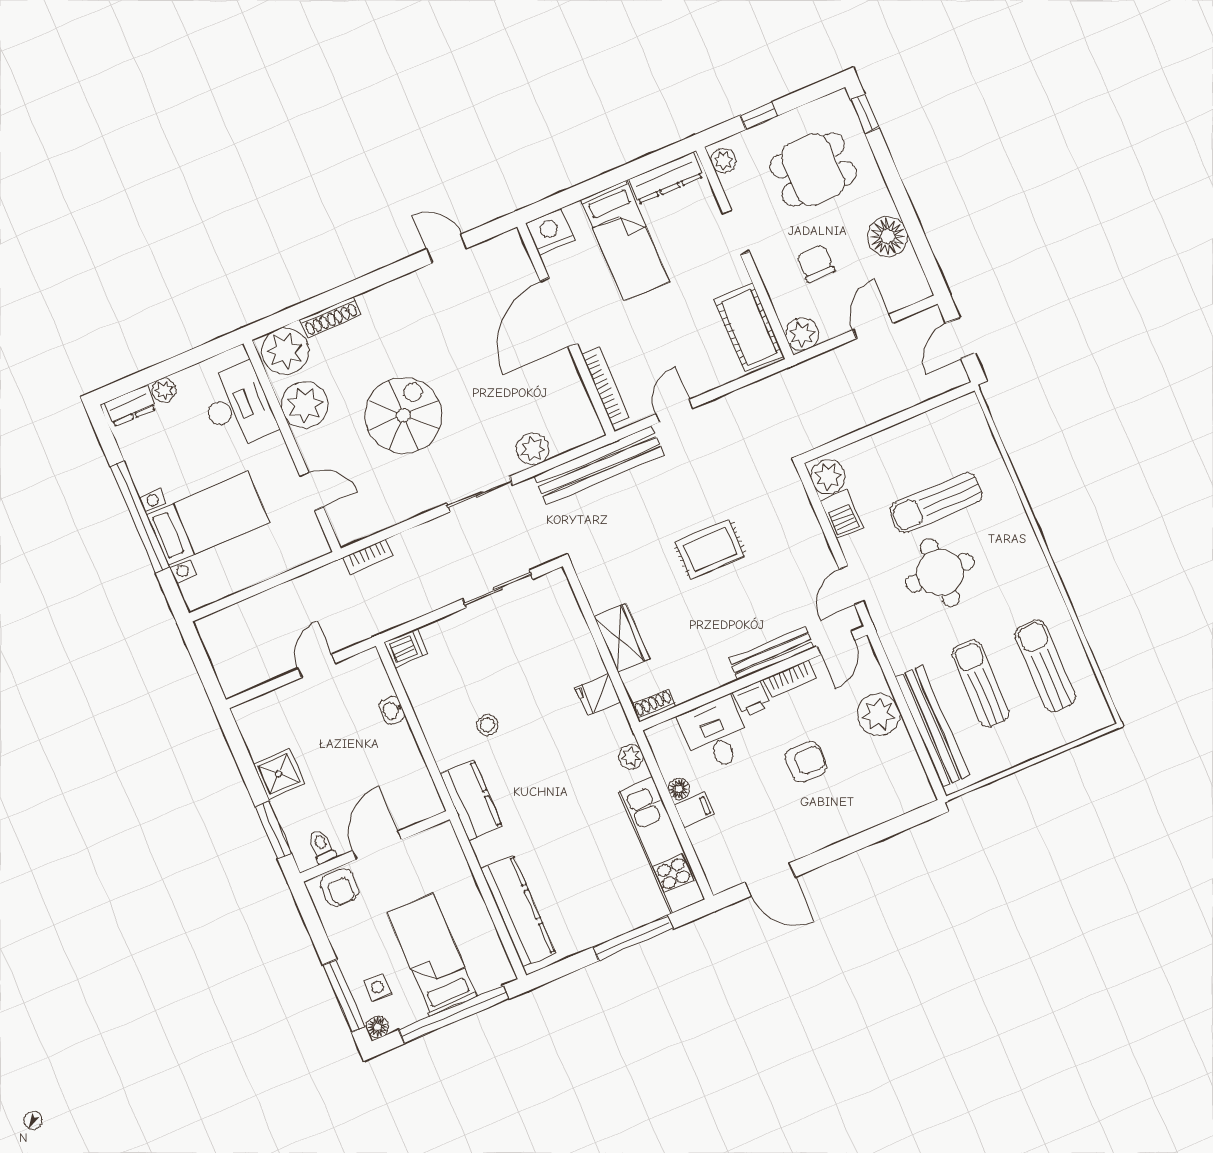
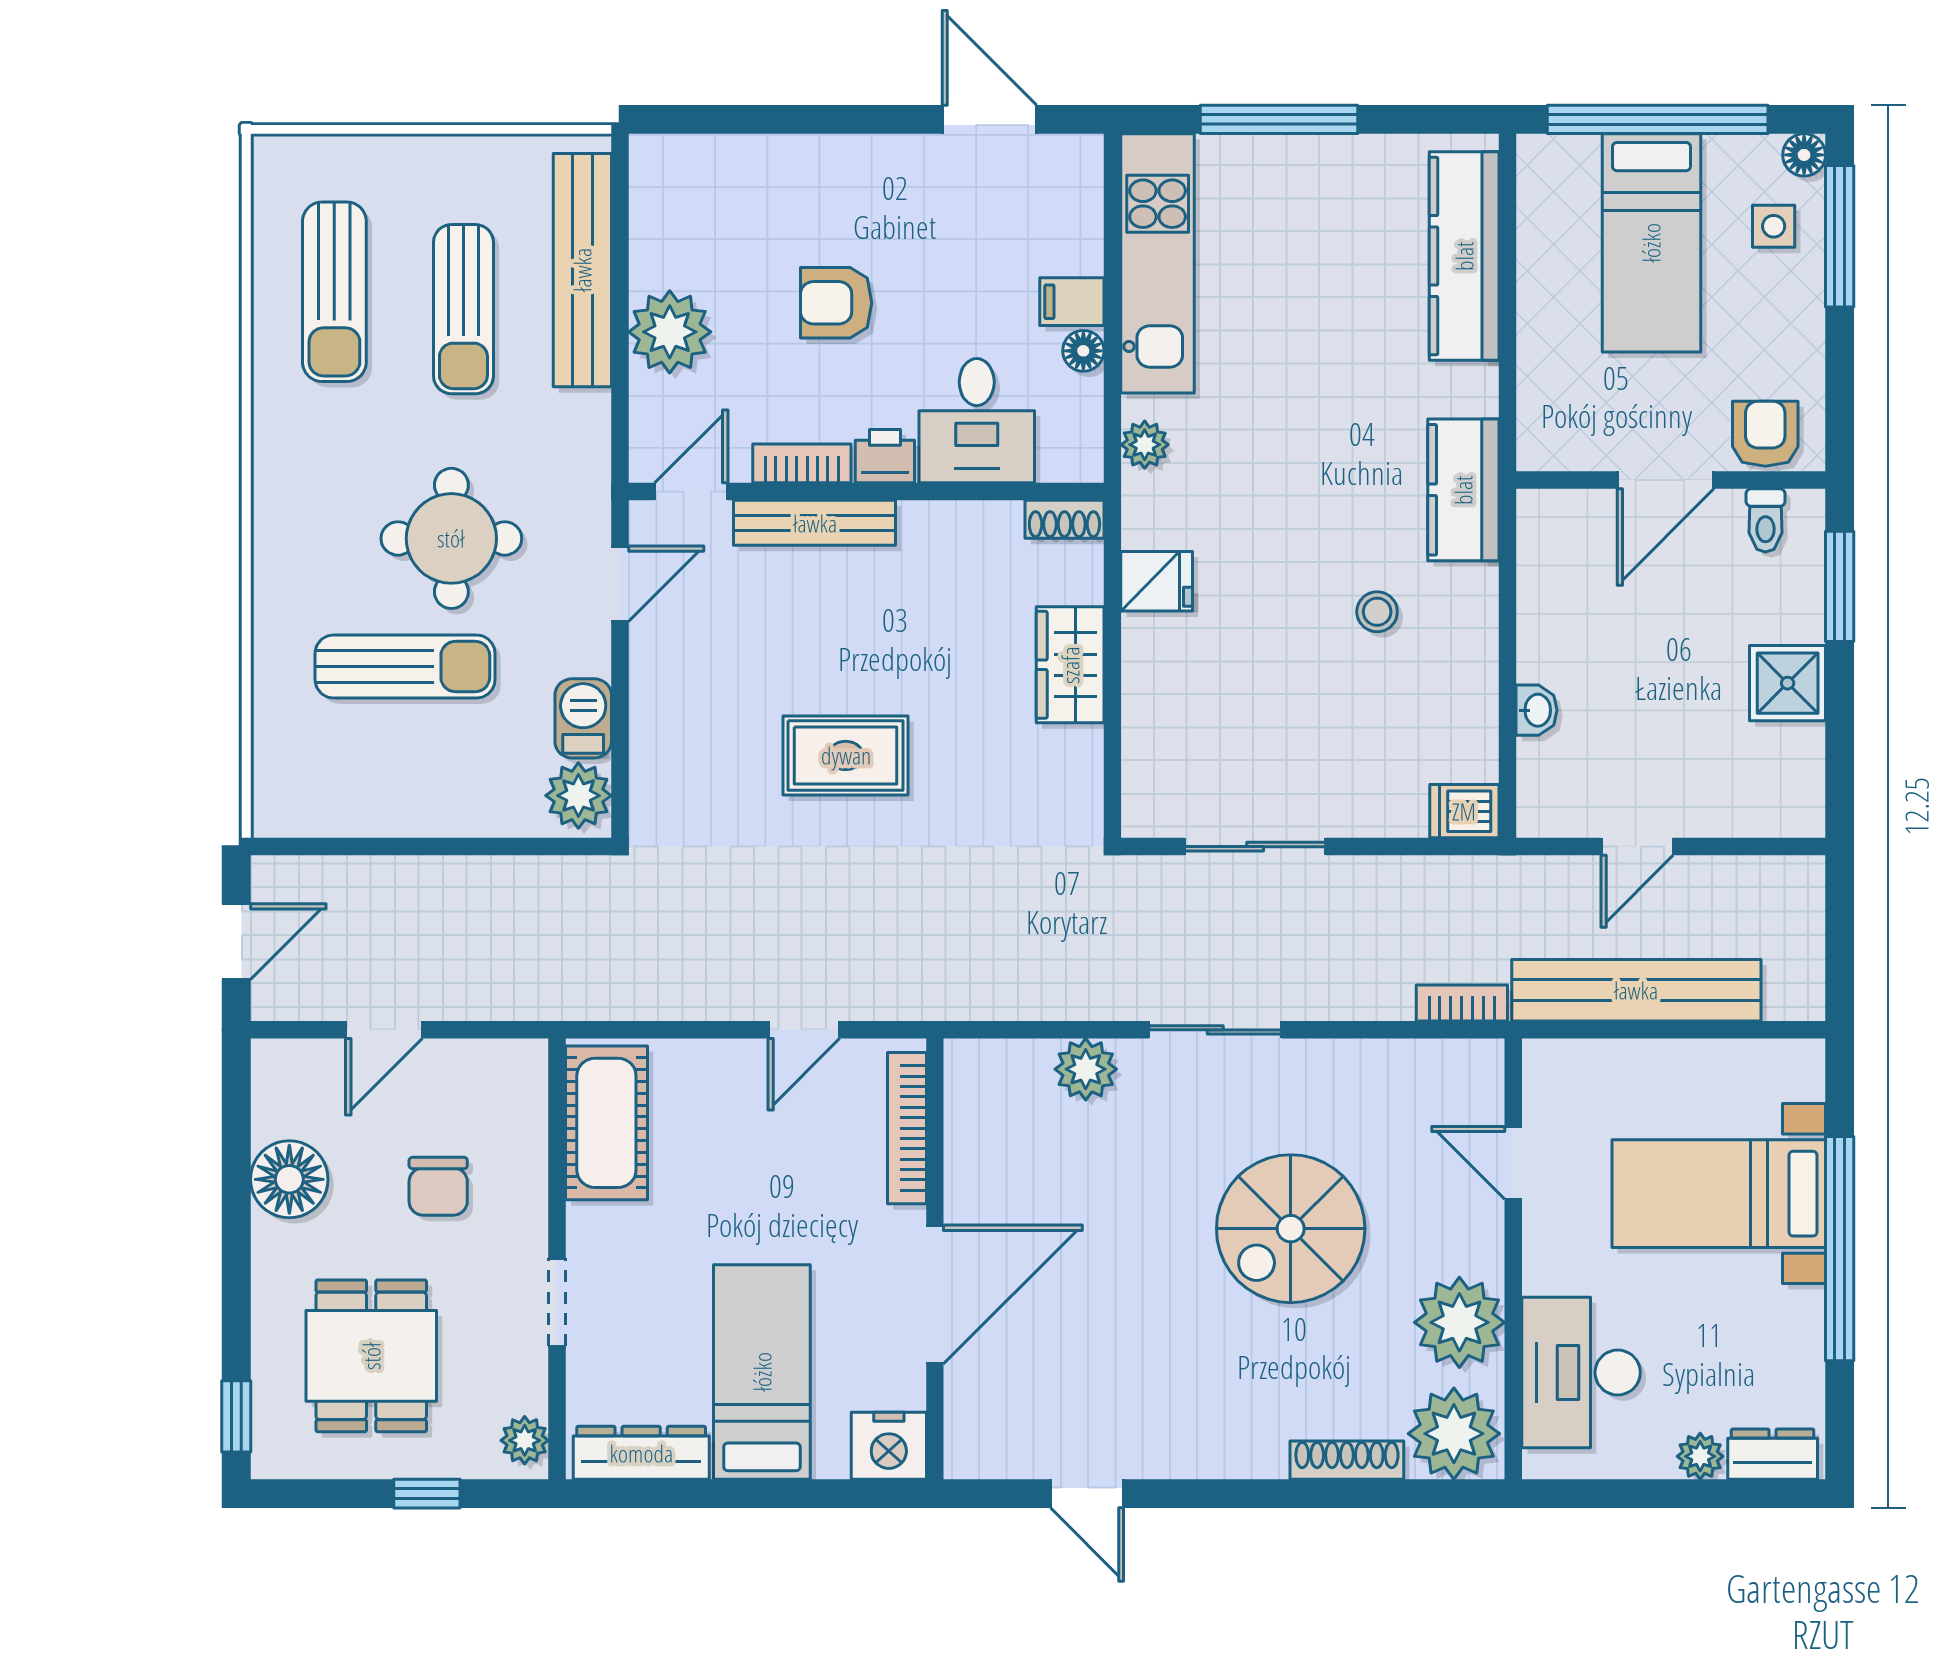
dining table: (813, 170) -> (371, 1356), turned 90
plant: (802, 334) -> (517, 1070), removed
bench: (599, 465) -> (1636, 990), moved

